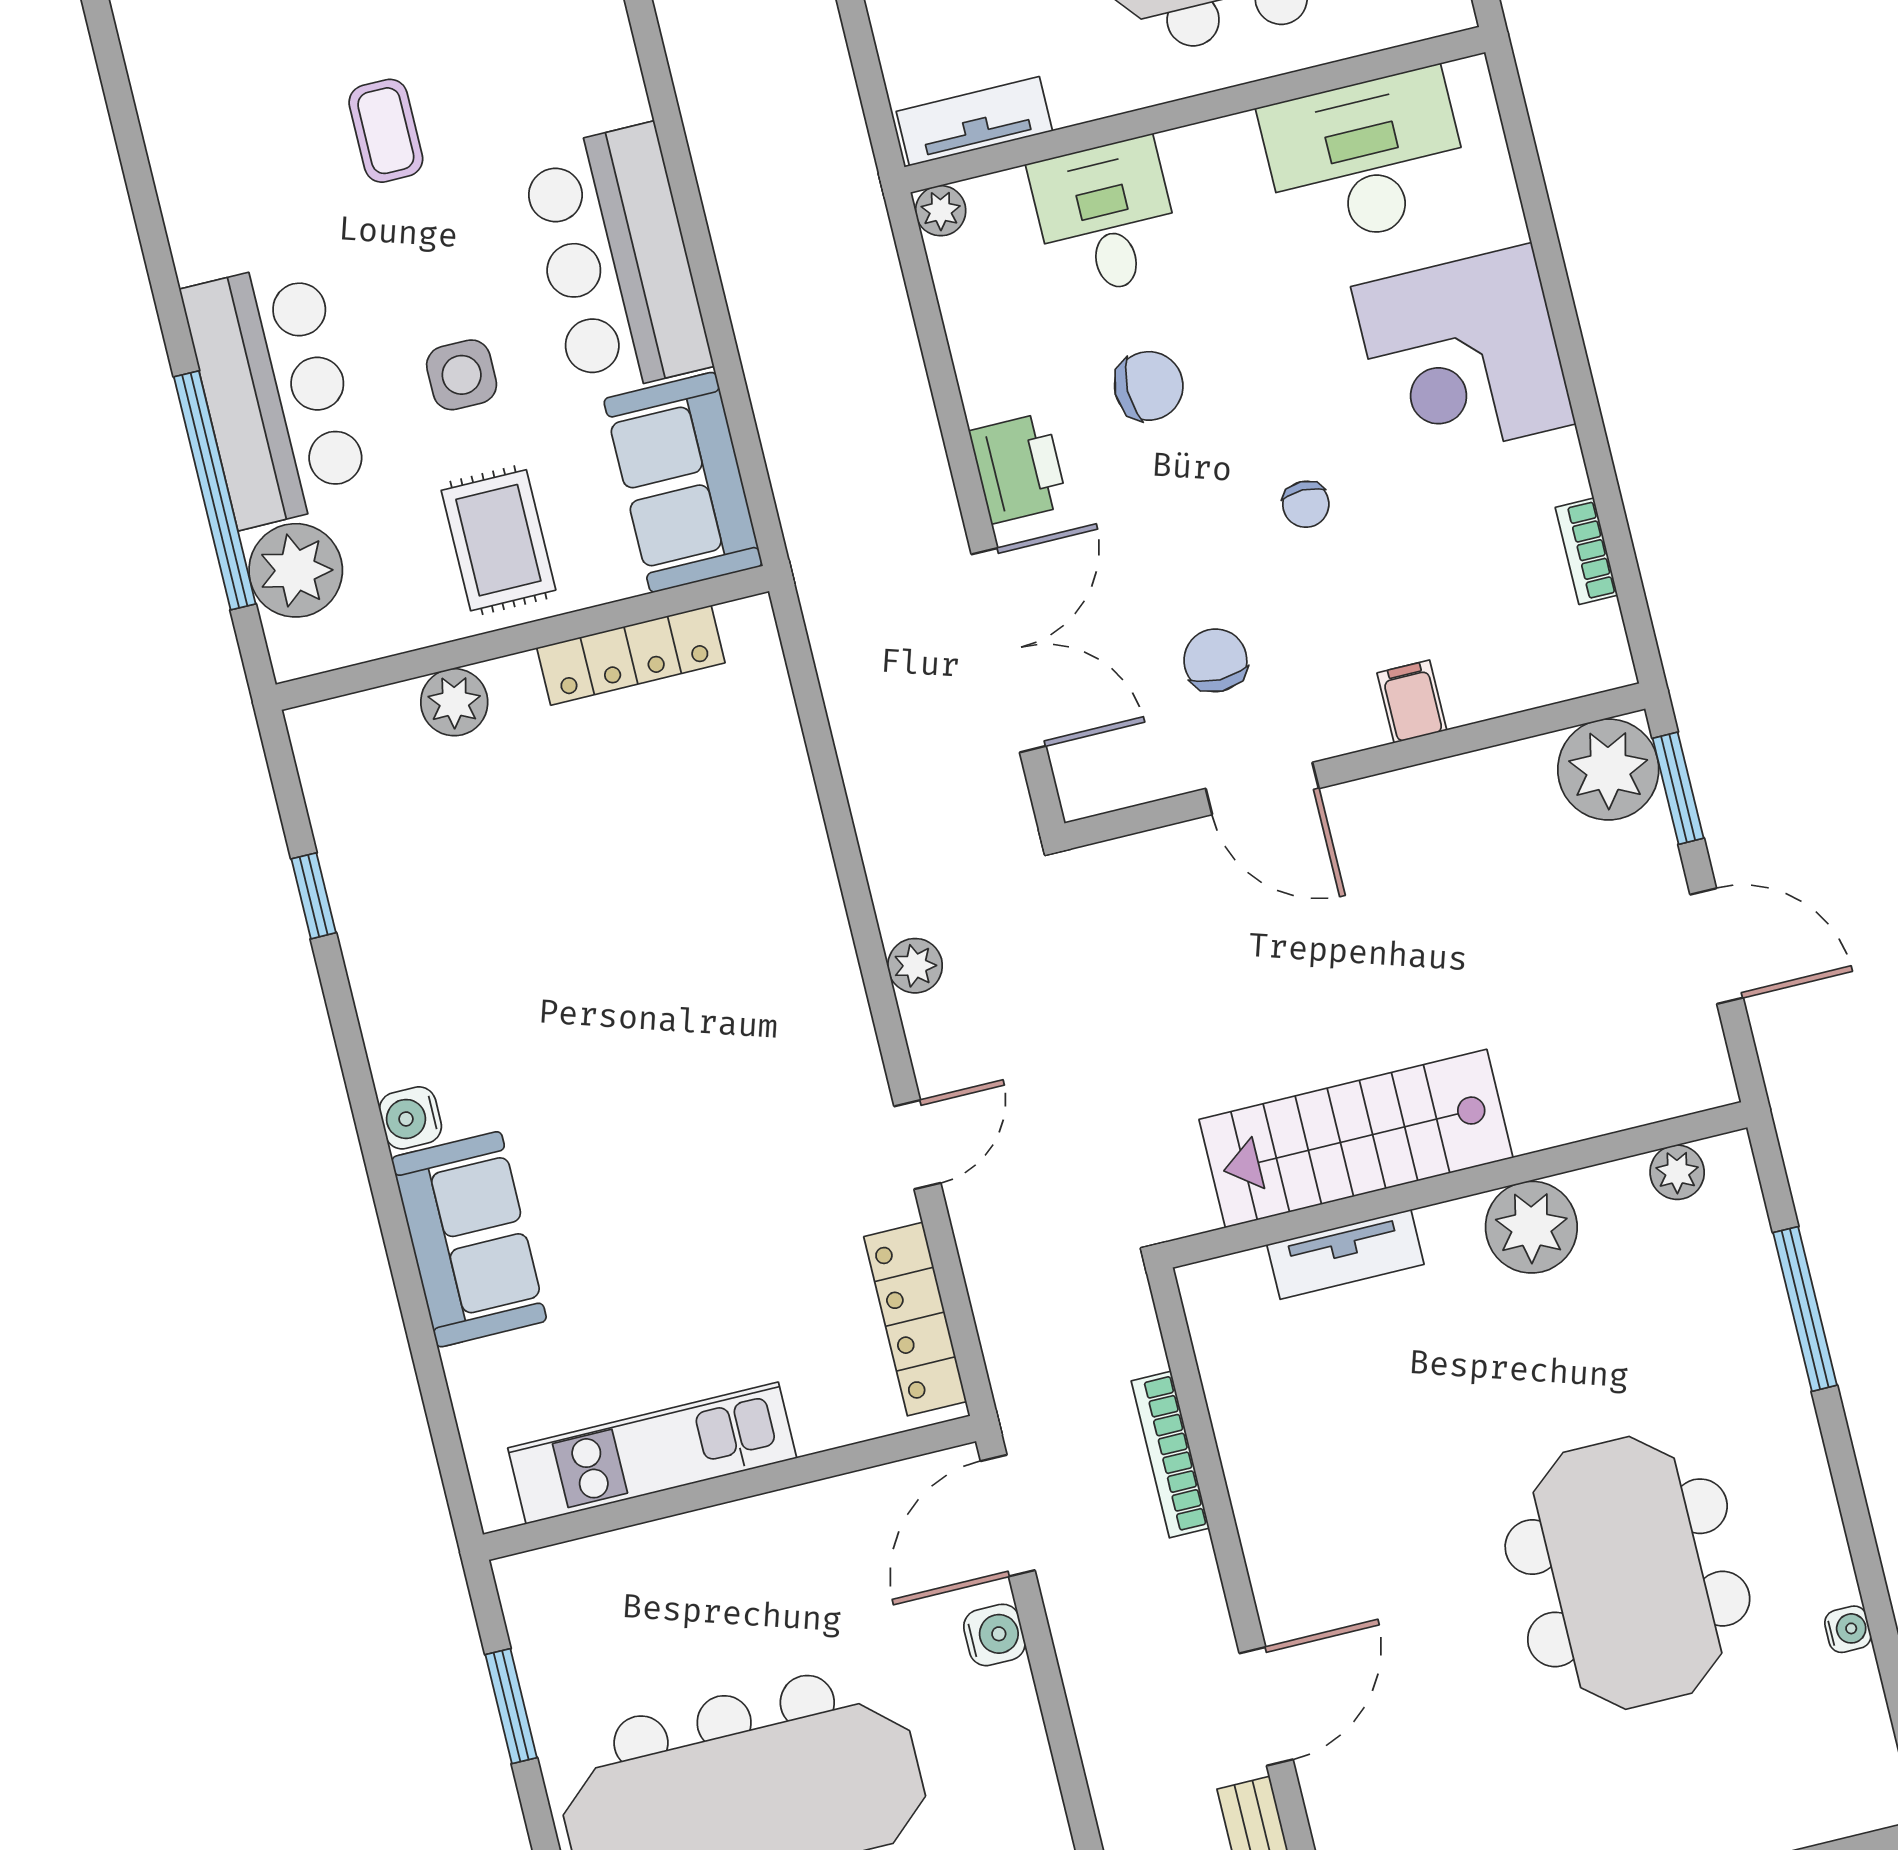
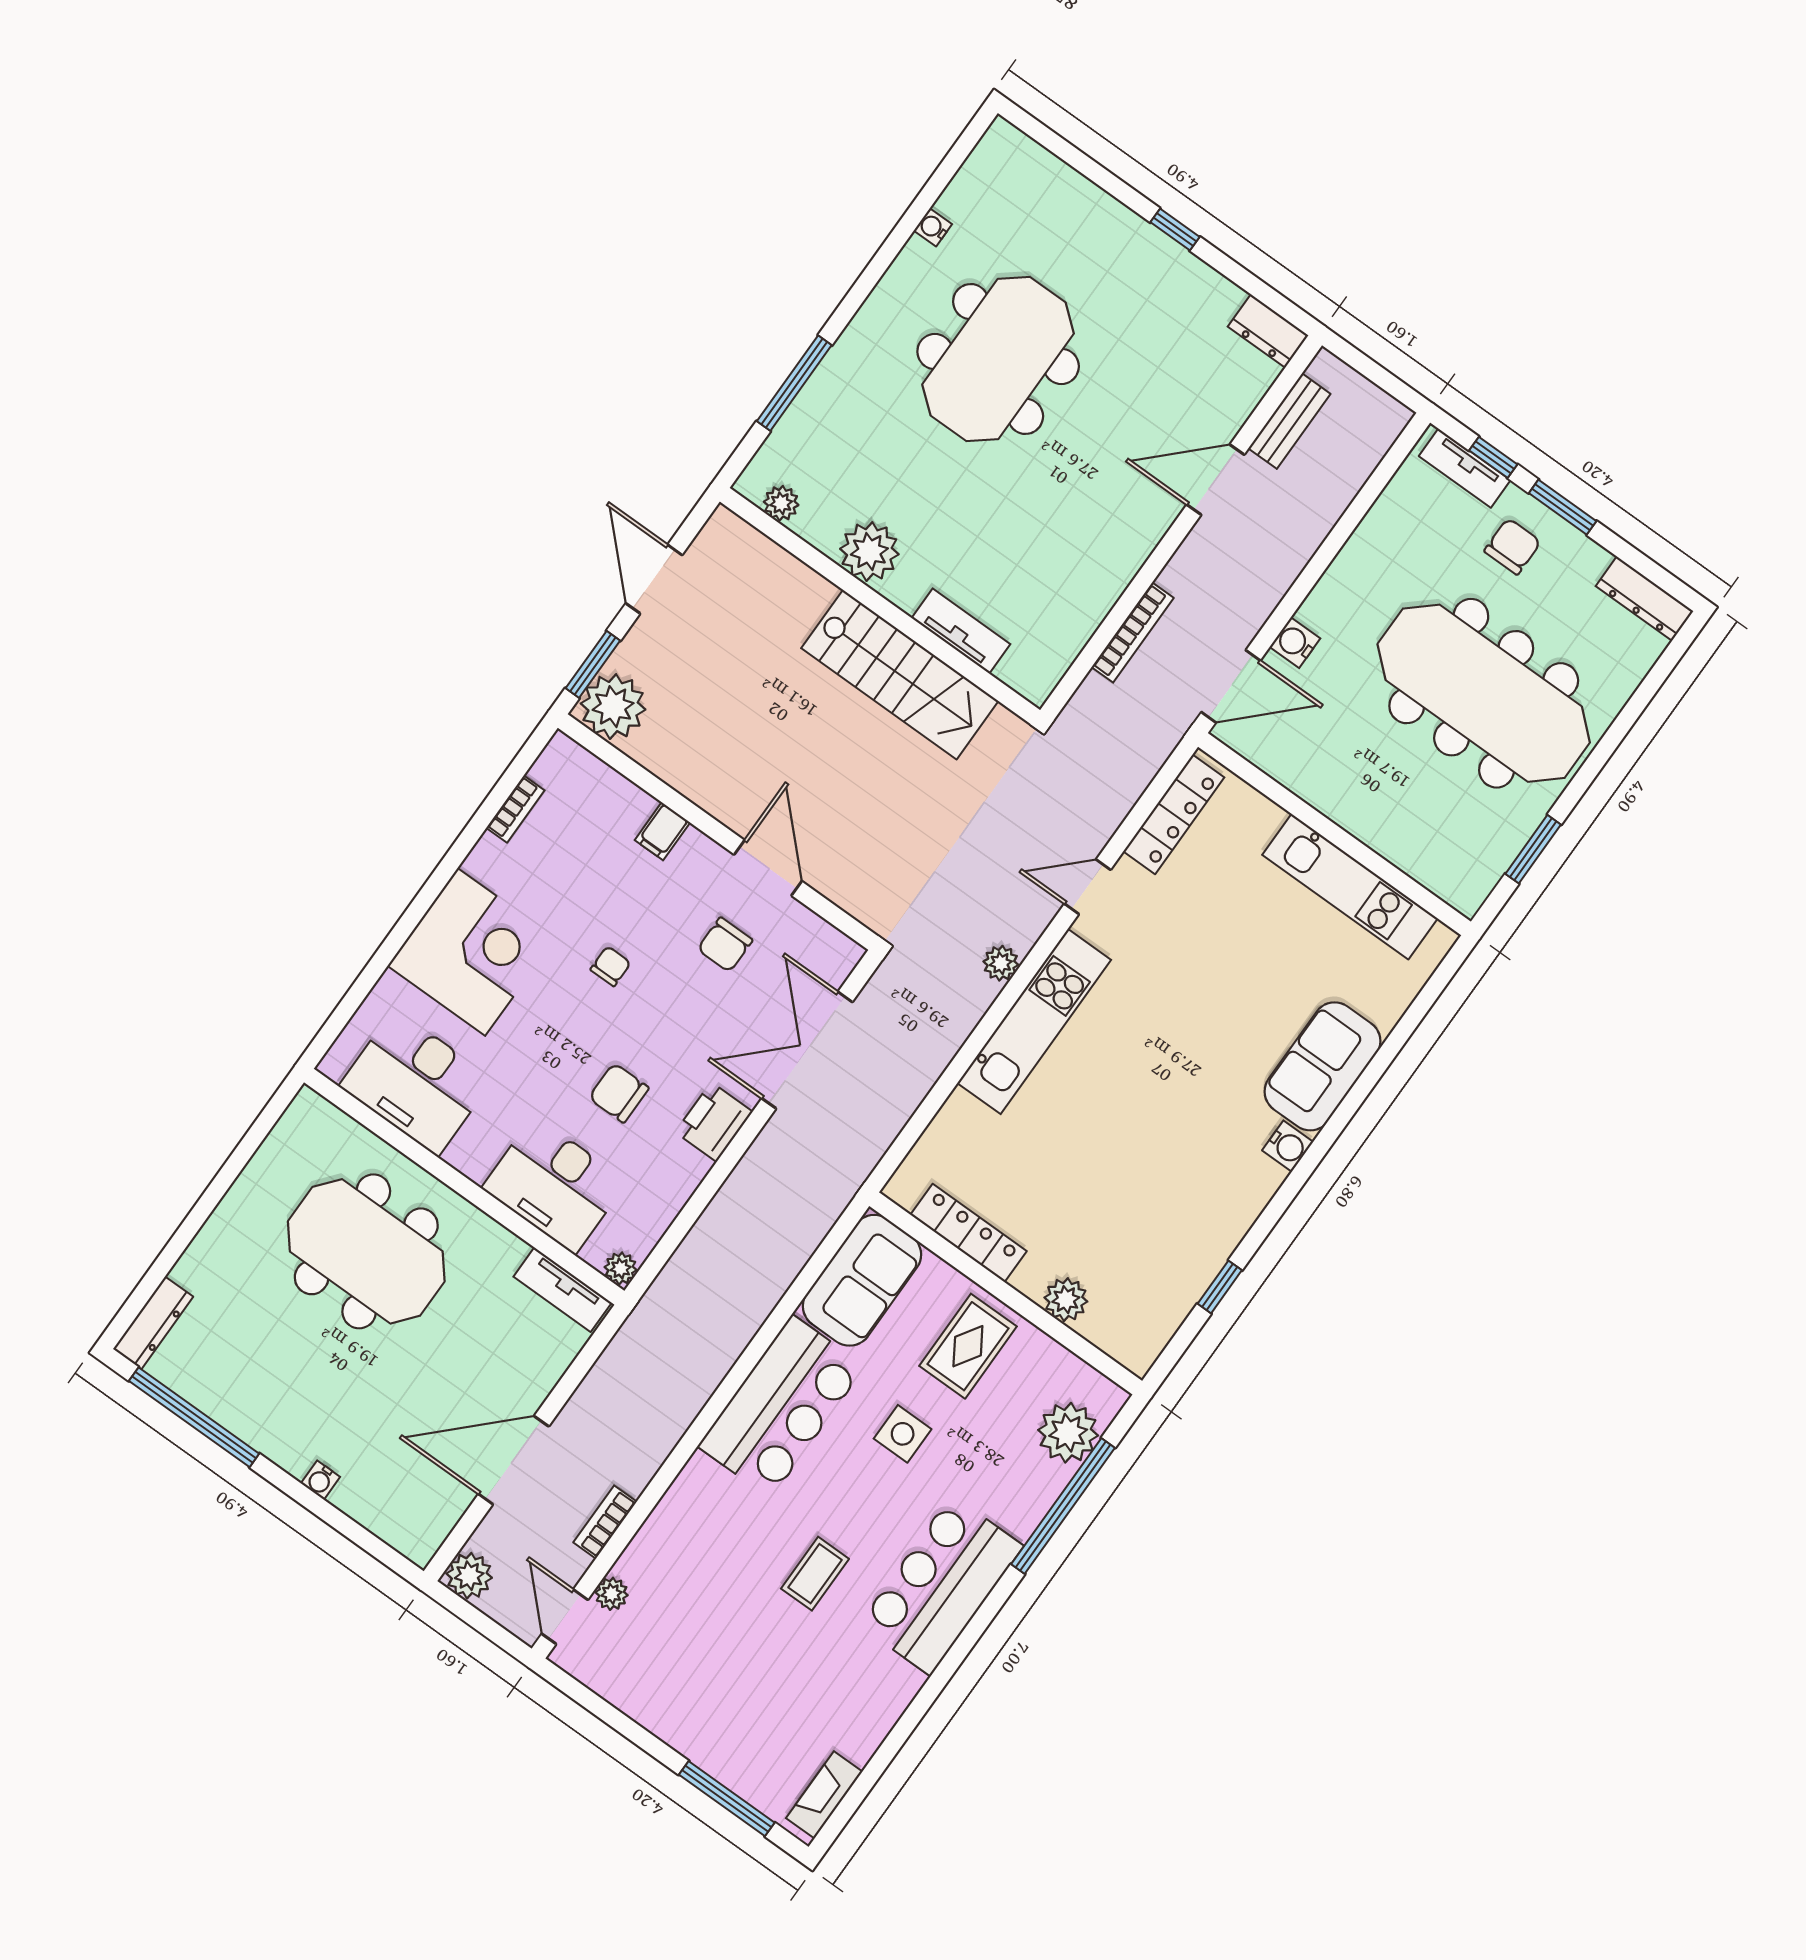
desk: (1106, 217) -> (554, 1185), width x1.37
bar counter: (276, 394) -> (941, 1585), moved
kitchen unit: (813, 946) -> (1034, 1021), added

